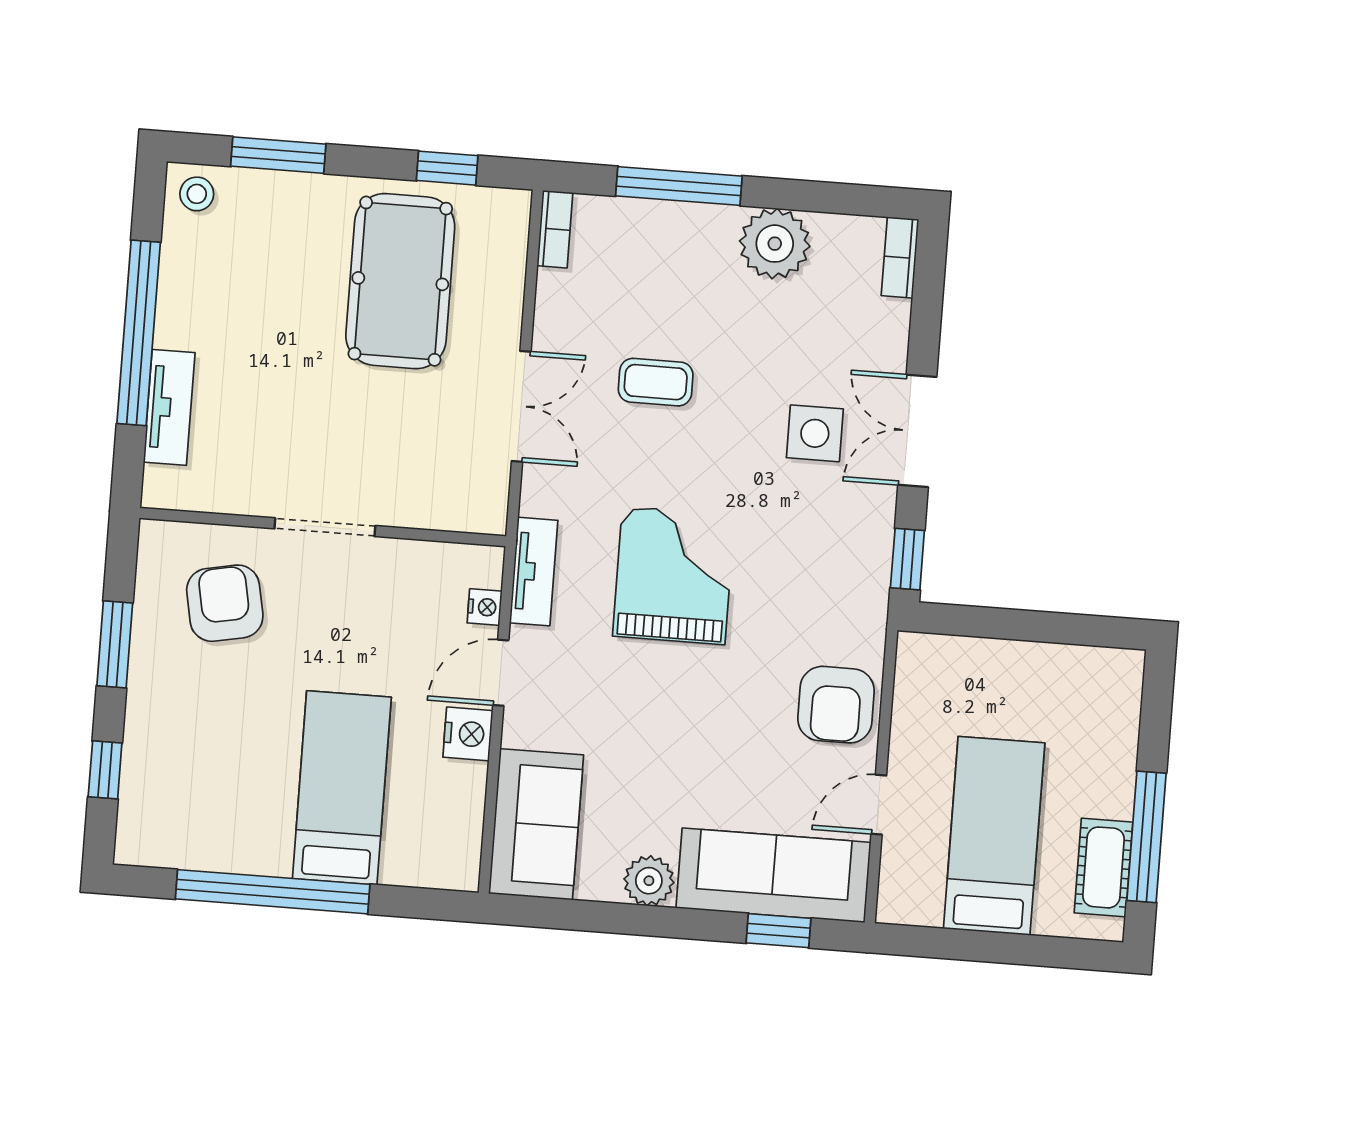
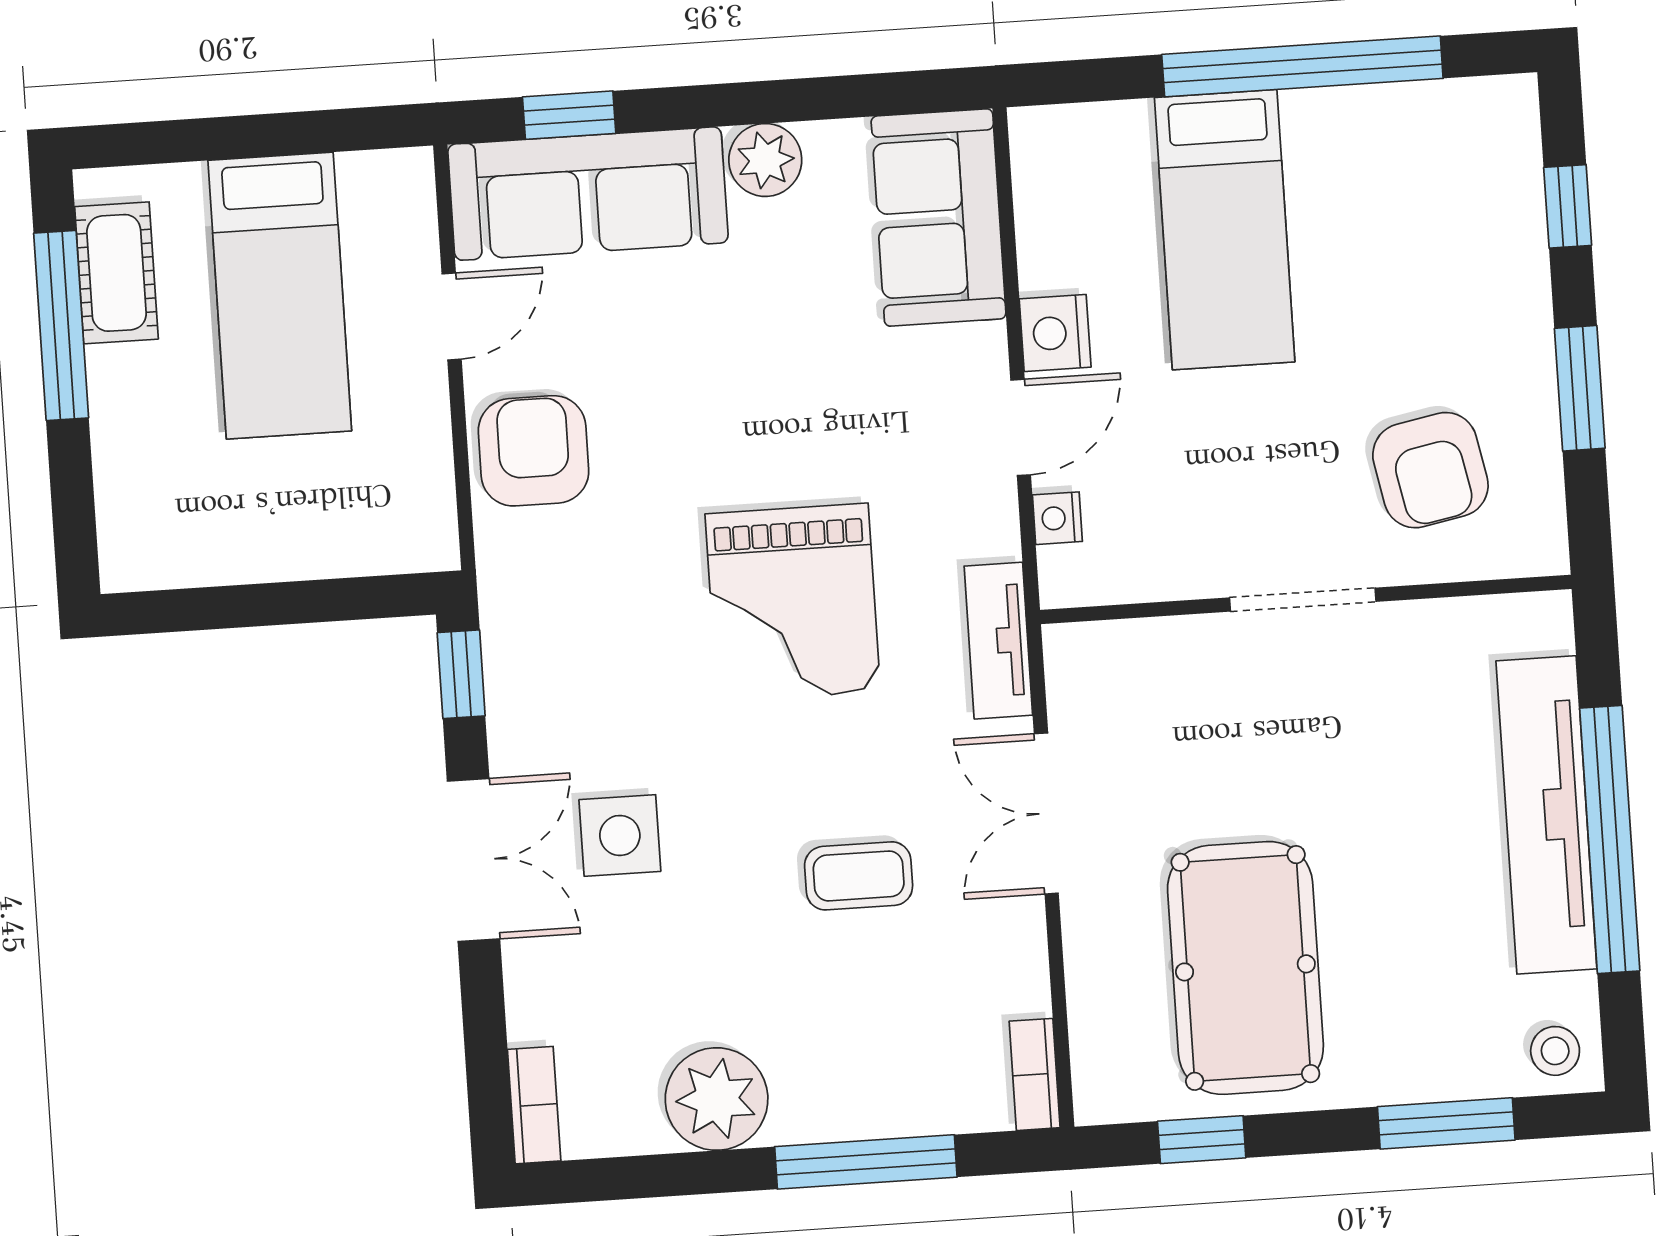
tv unit: (169, 407) -> (1546, 815), width x1.92, depth x1.29
tv unit: (534, 572) -> (998, 641), moved

